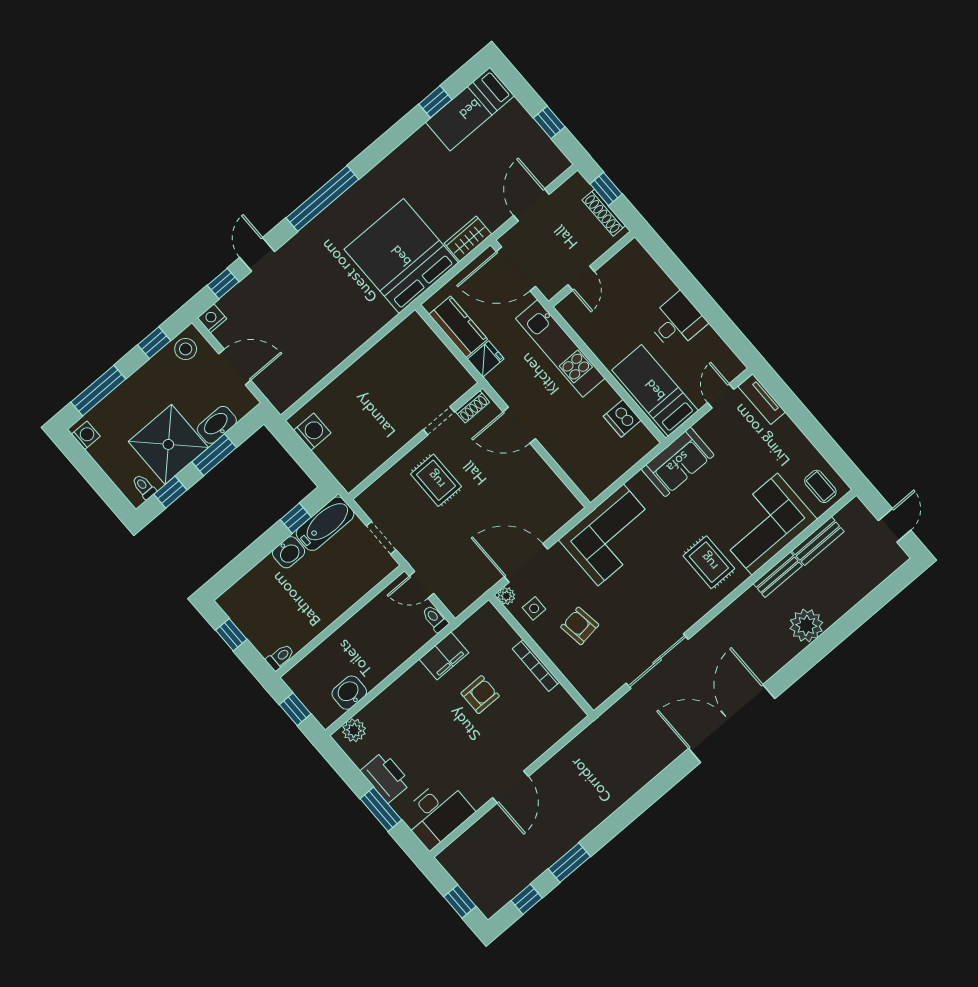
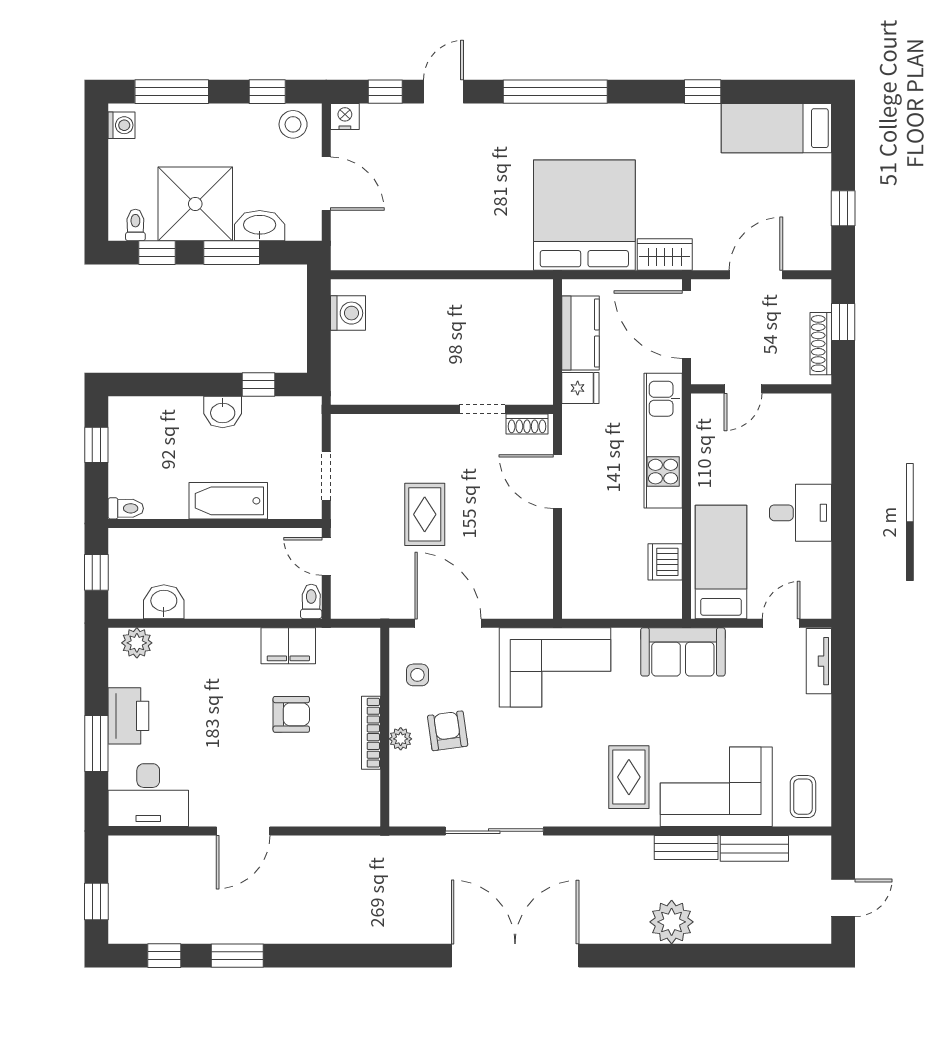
window: (435, 102) -> (703, 92), moved
rug: (436, 480) -> (425, 514), moved
bathtub: (325, 524) -> (228, 501), moved, turned 180
plant: (506, 596) -> (401, 739), moved

